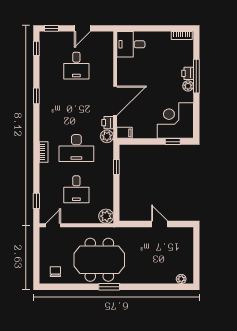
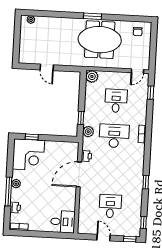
door: (82, 28) -> (103, 238), hinge flipped
printer: (188, 73) -> (15, 208), moved
filing cabinet: (125, 133) -> (72, 147), removed
plant: (107, 136) -> (88, 132), moved

